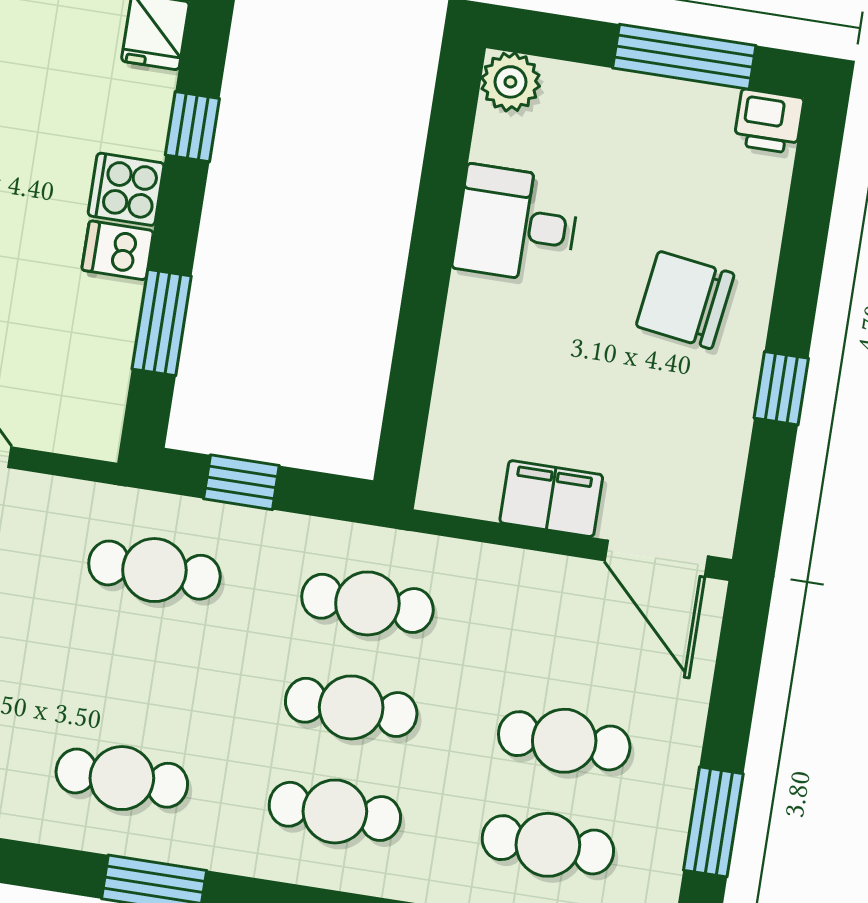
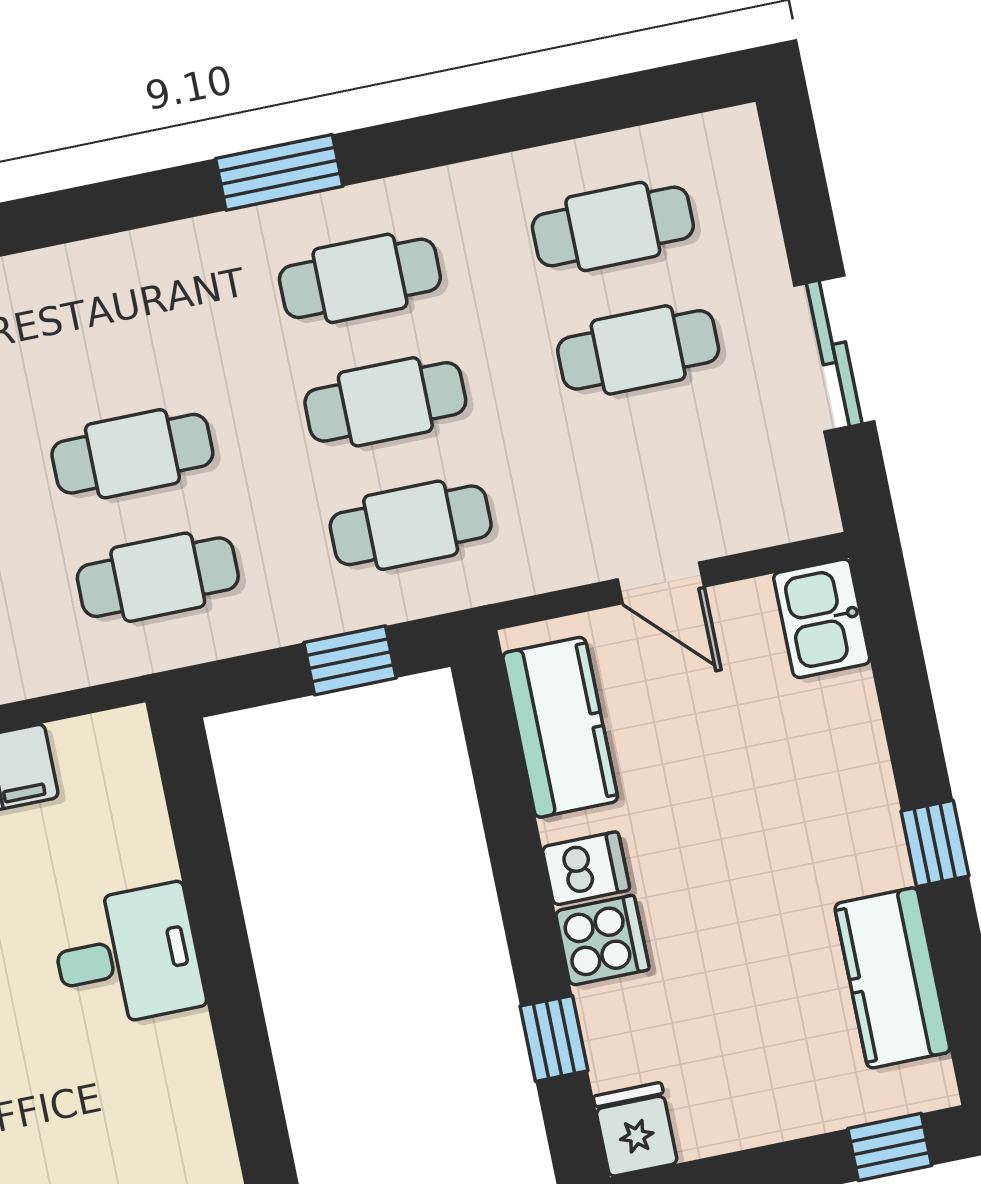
desk: (517, 224) -> (127, 956), moved
window: (162, 322) -> (506, 806), removed
kitchen counter: (96, 368) -> (560, 727), added
cafe table: (335, 811) -> (385, 402), moved

